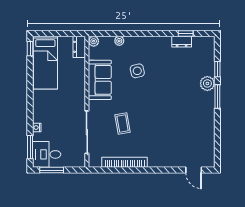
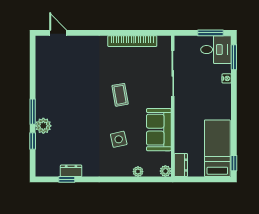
coffee table: (123, 123) -> (120, 95), moved

